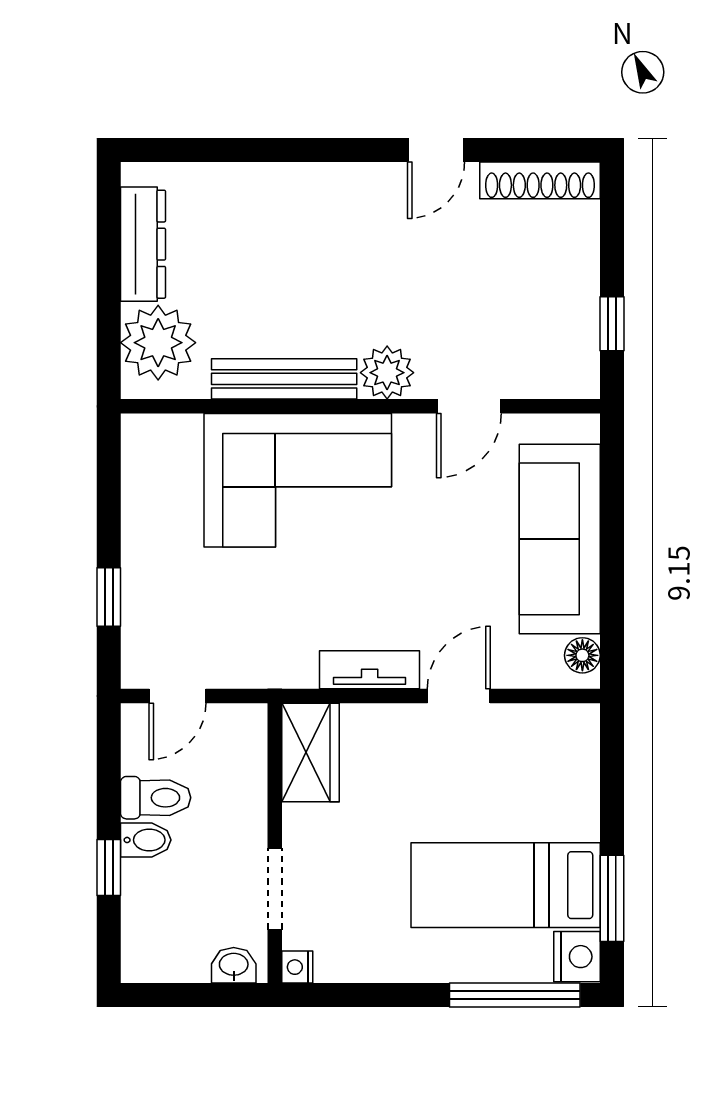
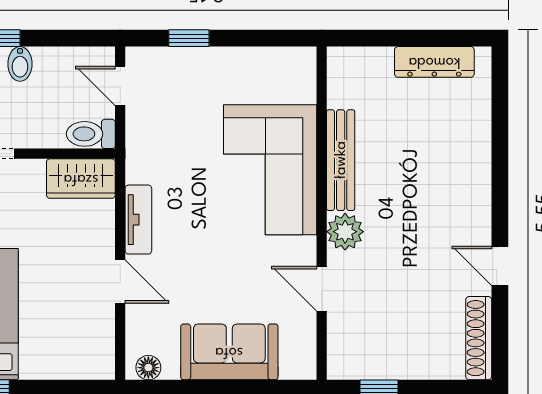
plant: (158, 343) -> (366, 72), removed
sofa: (560, 539) -> (229, 352), width x0.73
toilet: (156, 798) -> (91, 134), moved, turned 90

